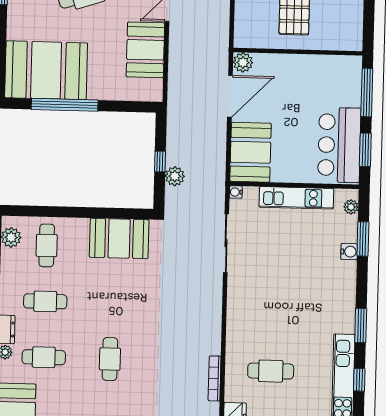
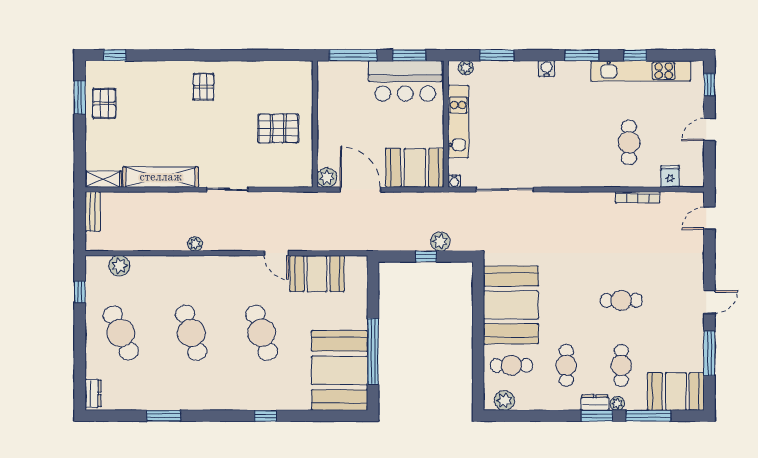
booth: (119, 238) -> (511, 305), width x1.36, depth x1.42
water cooler: (349, 252) -> (547, 69), moved

